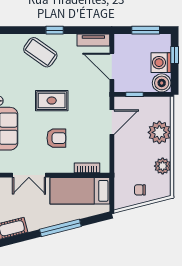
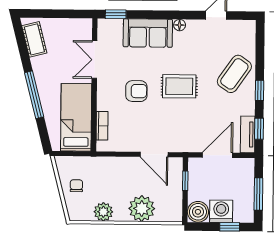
window: (88, 30) -> (259, 129), added
rug: (52, 101) -> (179, 86), turned 90
armchair: (56, 138) -> (136, 91), turned -90

